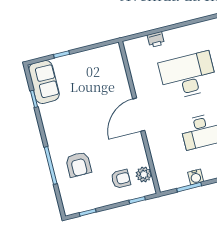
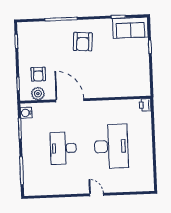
printer: (156, 40) -> (145, 105), moved
door: (139, 115) -> (70, 100), moved
armchair: (78, 164) -> (83, 42), moved, turned -86
water cooler: (196, 177) -> (26, 113), moved

